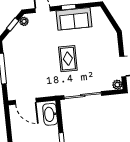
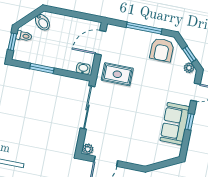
armchair: (16, 48) -> (162, 50), added
rug: (68, 59) -> (117, 74), moved
washbasin: (50, 114) -> (83, 69), width x0.52, depth x0.69

